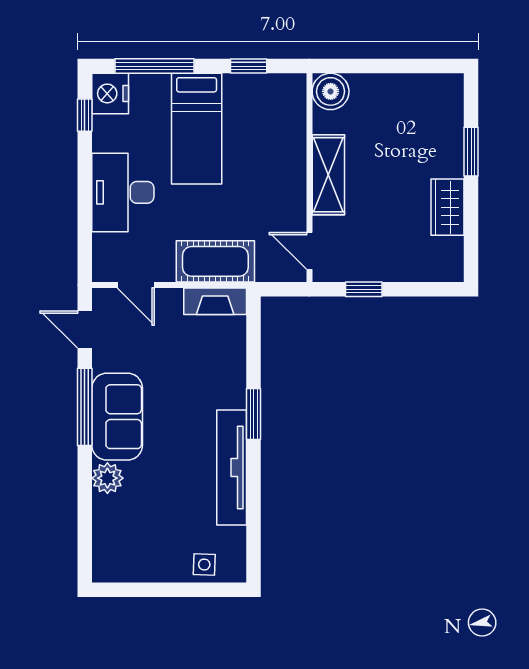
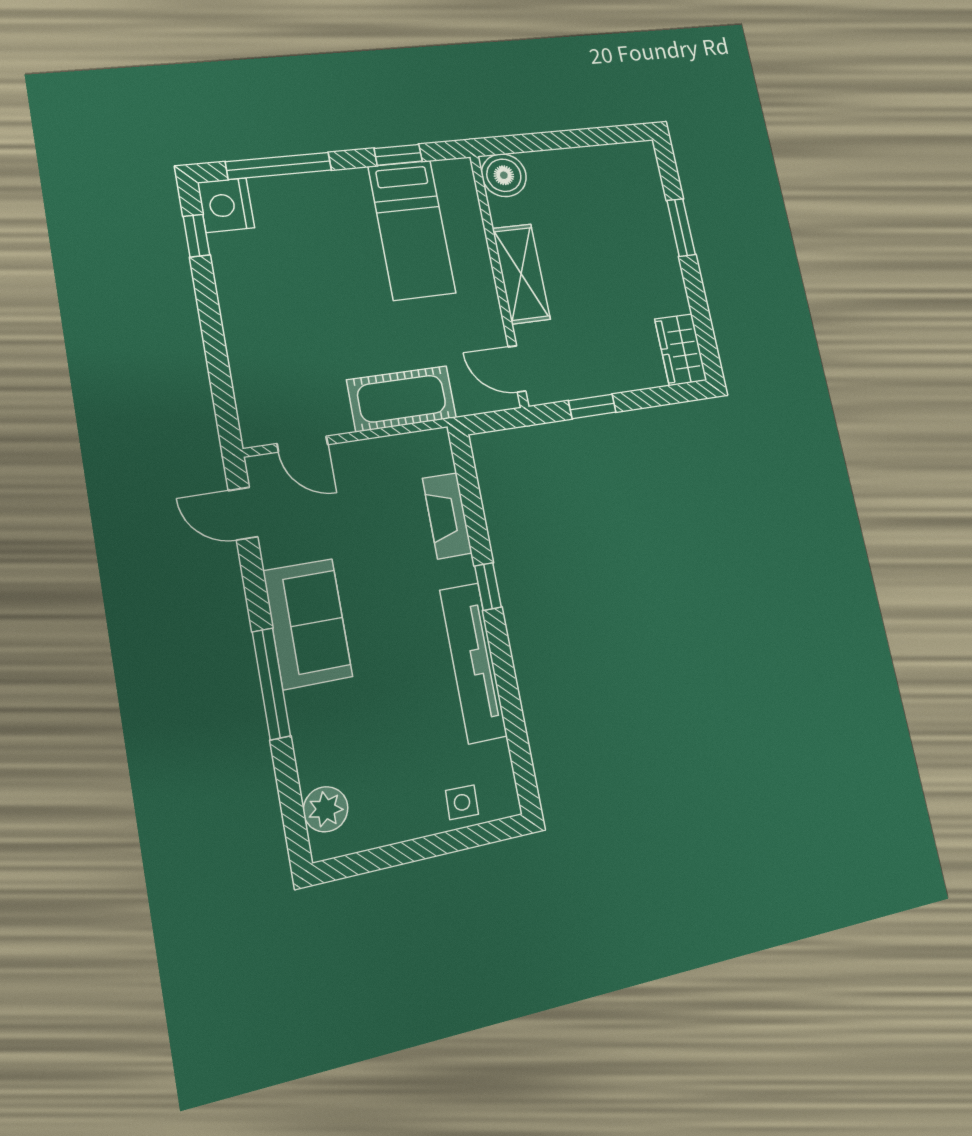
bed: (197, 129) -> (412, 230), moved
desk: (123, 192) -> (264, 327), removed
wardrobe: (448, 207) -> (681, 350), moved
fireplace: (215, 301) -> (447, 516), moved, turned 90
window: (85, 407) -> (271, 684), moved
window: (254, 414) -> (488, 587), width x0.67
plant: (107, 478) -> (326, 809), moved

